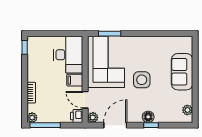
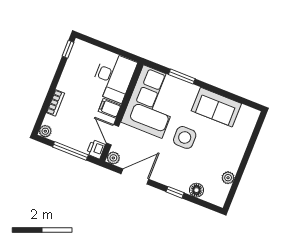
window: (110, 34) -> (182, 77), moved
sofa: (182, 72) -> (216, 107), moved, turned -90
plant: (187, 110) -> (228, 178), moved
floor lamp: (148, 117) -> (196, 190), moved
window: (45, 125) -> (70, 151), moved

